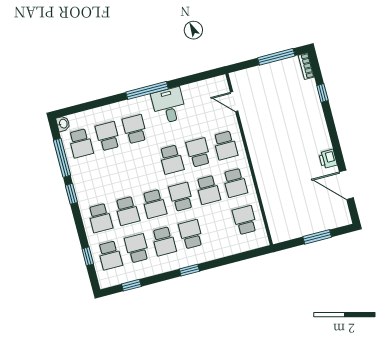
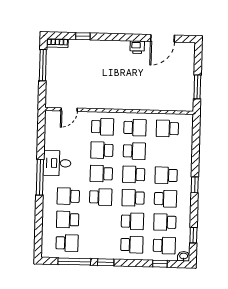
washbasin: (63, 124) -> (184, 256), moved
school desk: (171, 160) -> (101, 174), turned 180
school desk: (144, 167) -> (101, 197), added
school desk: (154, 204) -> (133, 198), turned 180
window: (317, 237) -> (197, 87), moved

